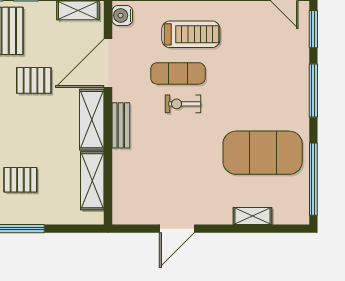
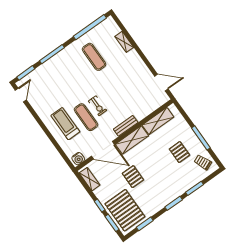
exercise mat: (263, 153) -> (94, 57), width x0.50, depth x0.69
door: (177, 229) -> (161, 82), moved

